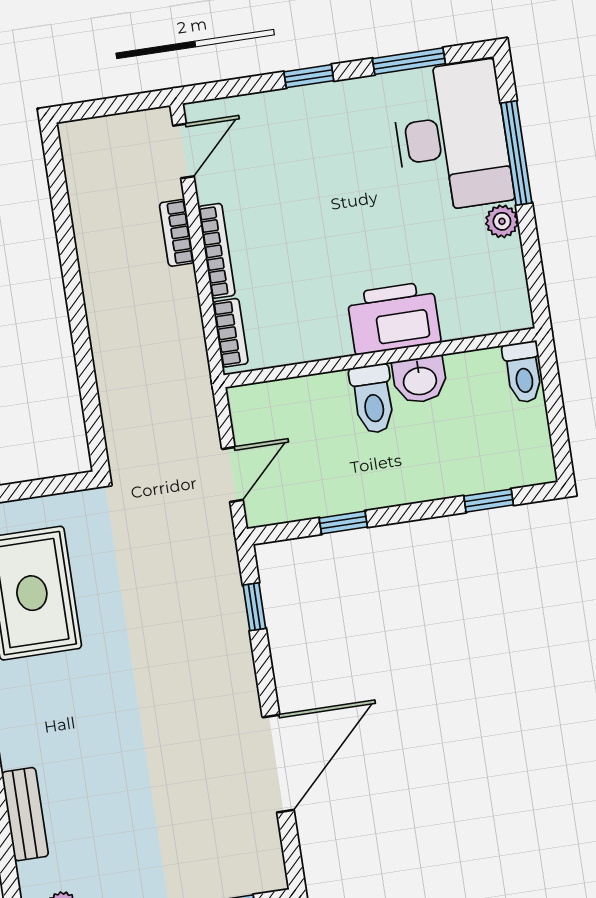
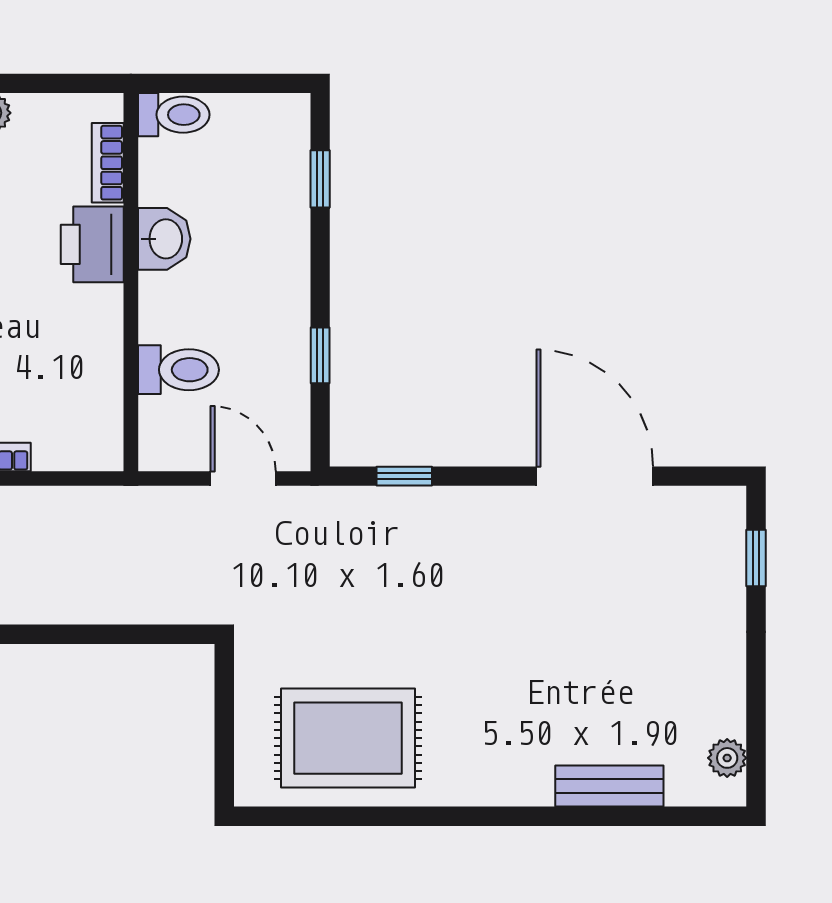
printer: (394, 318) -> (92, 244), width x0.73, depth x0.84
bookcase: (230, 333) -> (108, 163), moved, turned -90
toilet: (373, 399) -> (178, 370), moved

